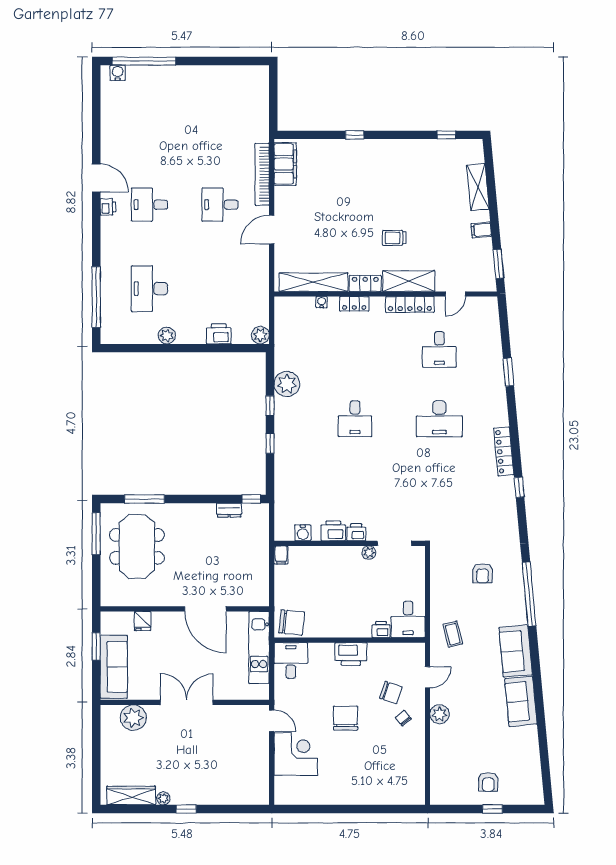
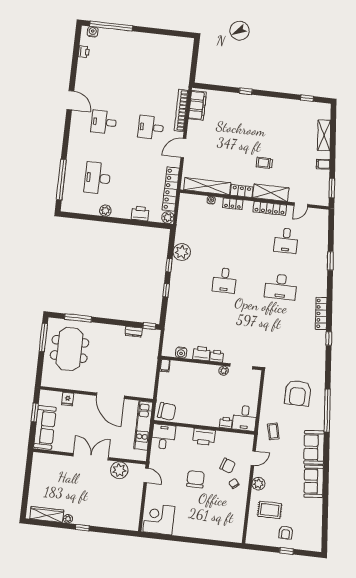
printer: (108, 207) -> (84, 52), moved
locker: (260, 292) -> (171, 189), added
armchair: (483, 573) -> (298, 393), width x1.88, depth x1.88
plant: (133, 718) -> (119, 470), moved
rug: (461, 751) -> (270, 510), added
corner desk: (296, 754) -> (159, 519), moved, turned -90

